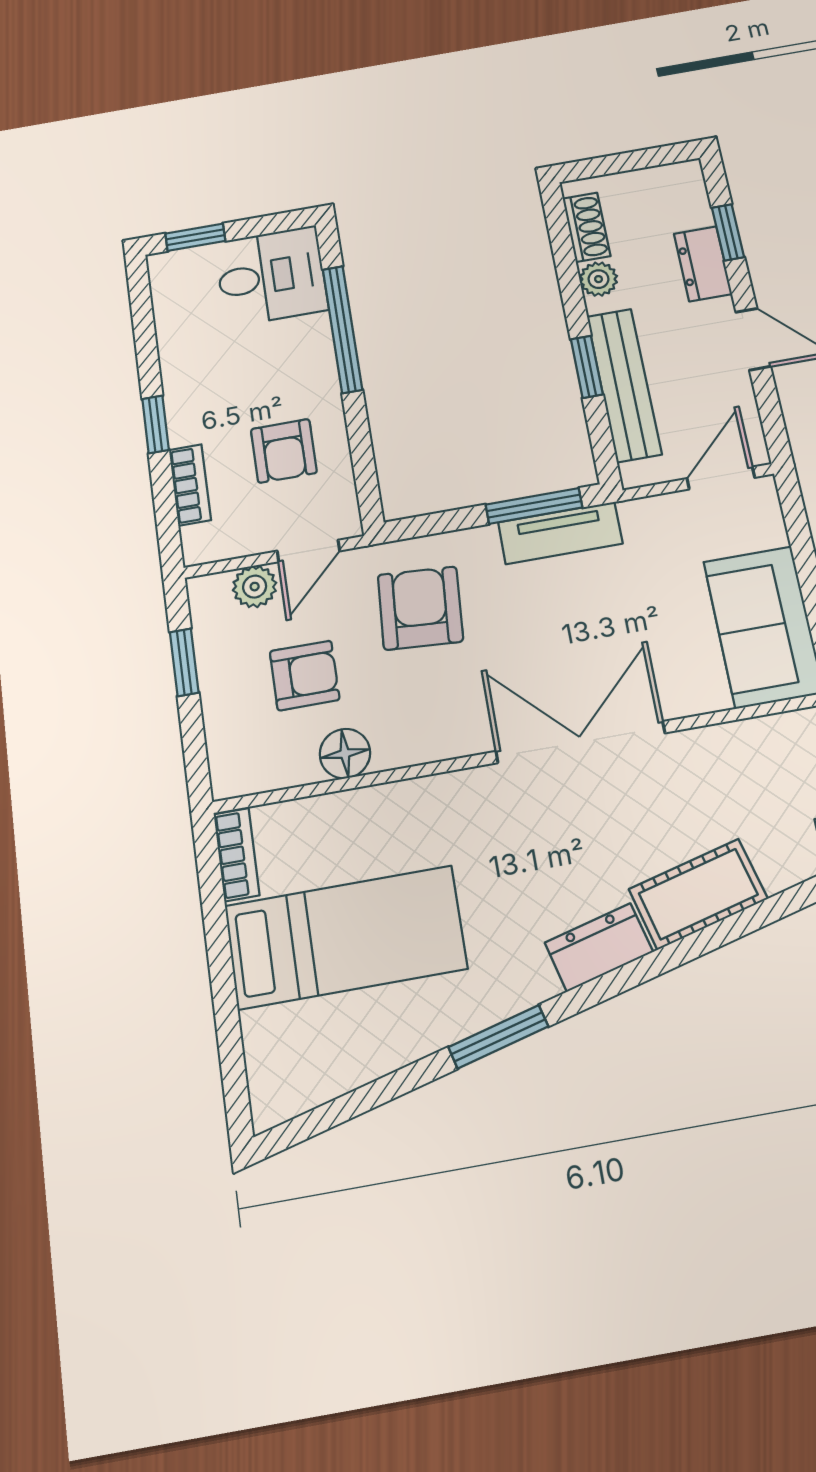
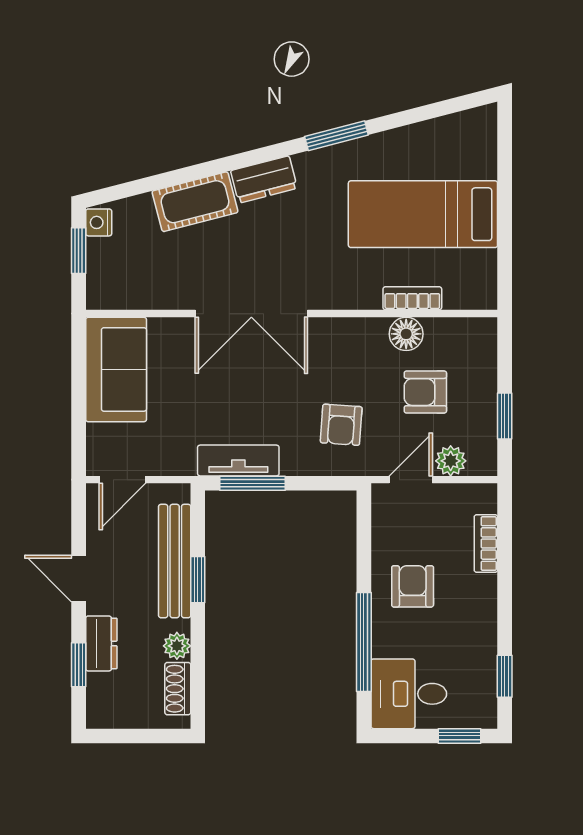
window: (156, 424) -> (505, 676), moved
armchair: (284, 451) -> (413, 586), moved
armchair: (420, 608) -> (341, 425), width x0.72, depth x0.72
bookcase: (236, 855) -> (412, 298), moved, turned 90

